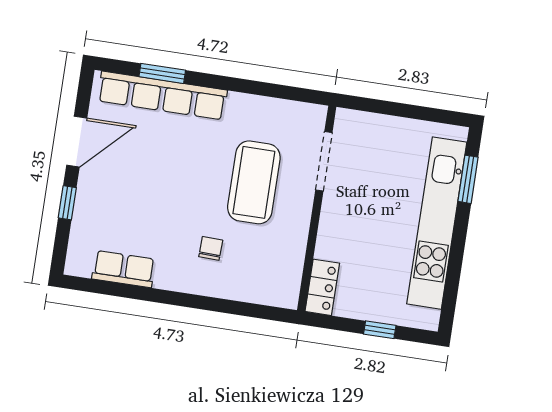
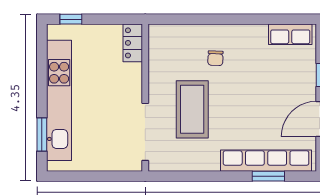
doorway: (324, 161) -> (145, 132), width x1.36
row of seats: (124, 269) -> (290, 34), moved
window: (380, 330) -> (71, 19), moved

